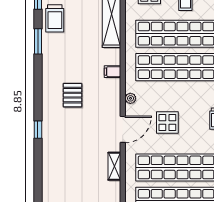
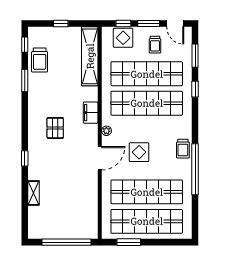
filing cabinet: (113, 72) -> (91, 113), width x2.00
shelving: (114, 166) -> (33, 193), moved

